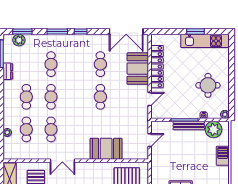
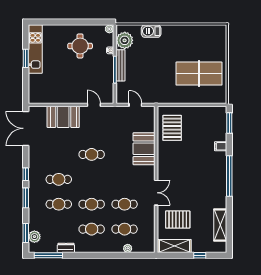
double door: (126, 31) -> (26, 128), swing flipped
cafe table: (100, 64) -> (59, 179), moved
locker: (157, 67) -> (61, 97), removed

